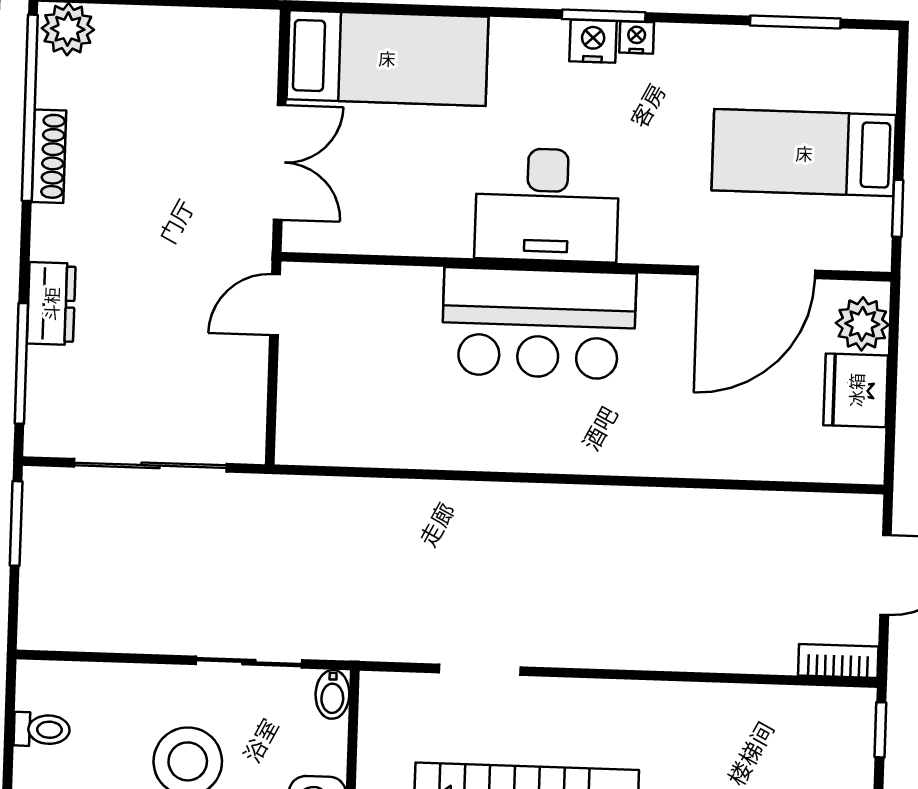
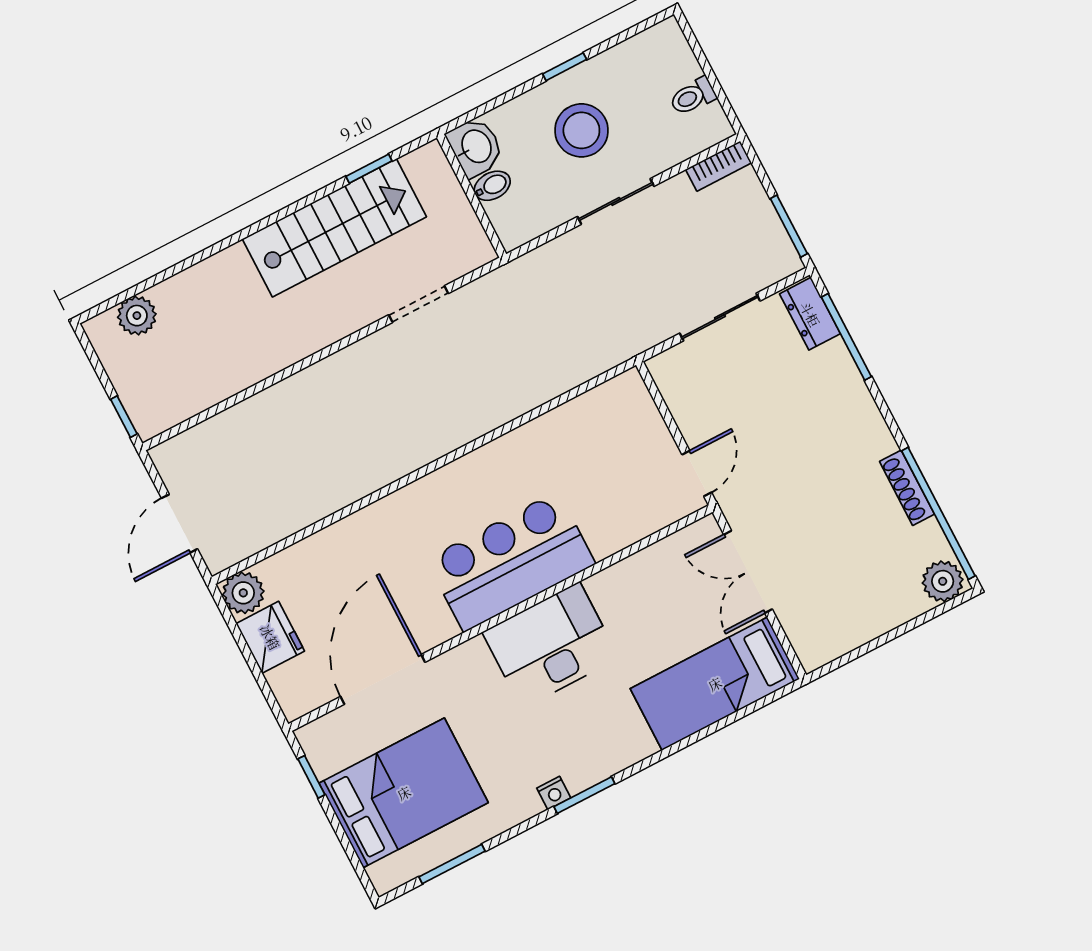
nightstand: (593, 41) -> (582, 774), removed
bed: (804, 153) -> (404, 793), width x1.50
dresser: (51, 304) -> (810, 314), moved
plant: (862, 324) -> (243, 593), moved
sliding door: (150, 465) -> (720, 317), width x0.73
bookcase: (838, 661) -> (719, 166), moved
sliding door: (249, 662) -> (616, 201), moved
bidet: (332, 694) -> (492, 186), moved, turned 90

